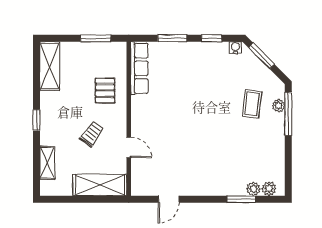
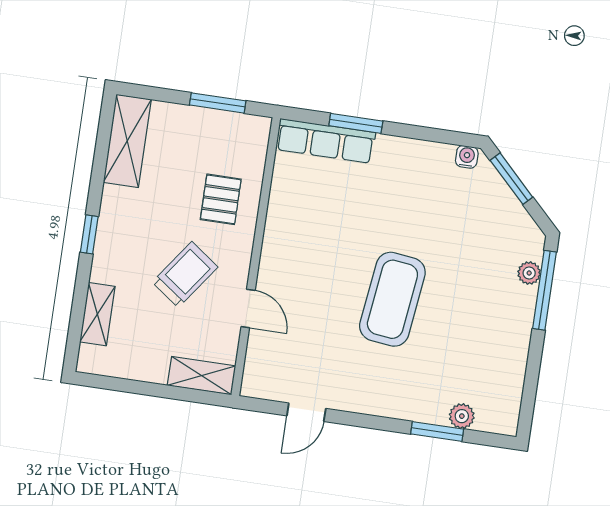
window: (212, 38) -> (427, 134), removed
row of seats: (139, 68) -> (326, 141), moved, turned 90
coffee table: (252, 104) -> (392, 299), moved, width x1.86, depth x1.72
trolley: (92, 134) -> (185, 275), width x1.36, depth x1.39
shelving: (100, 185) -> (202, 376), width x0.67, depth x0.75
plant: (269, 189) -> (490, 420), removed

